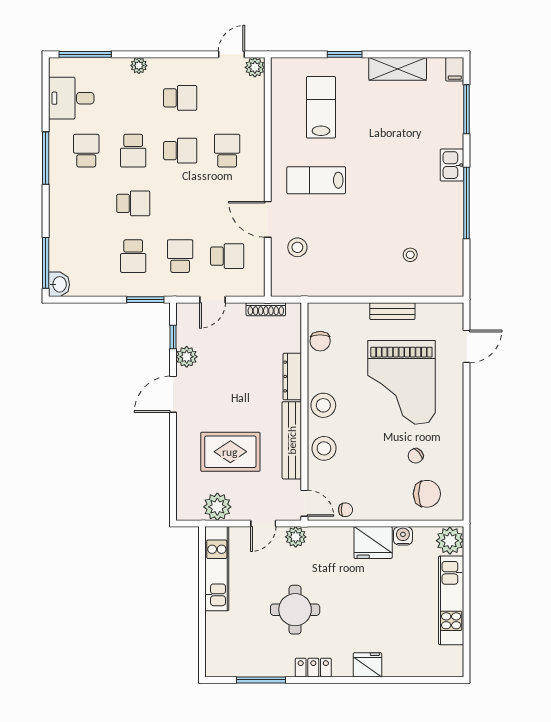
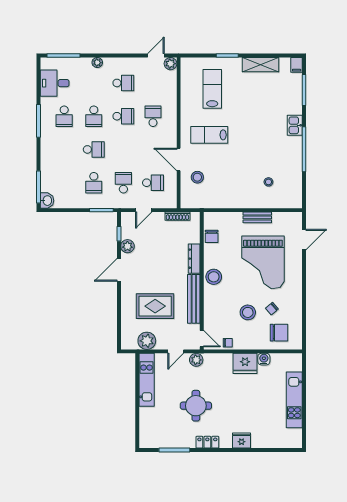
school desk: (86, 151) -> (64, 116), turned 180
stool: (324, 448) -> (248, 312), moved
plant: (450, 541) -> (293, 362), removed

